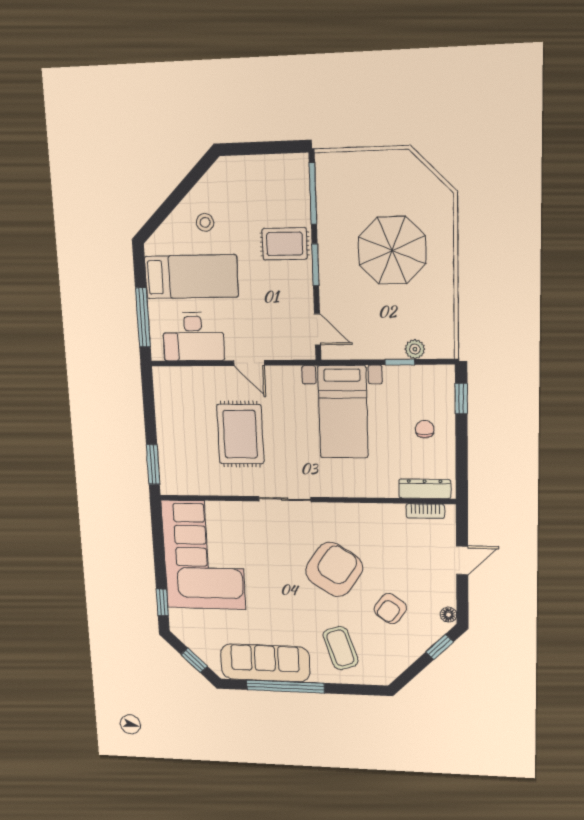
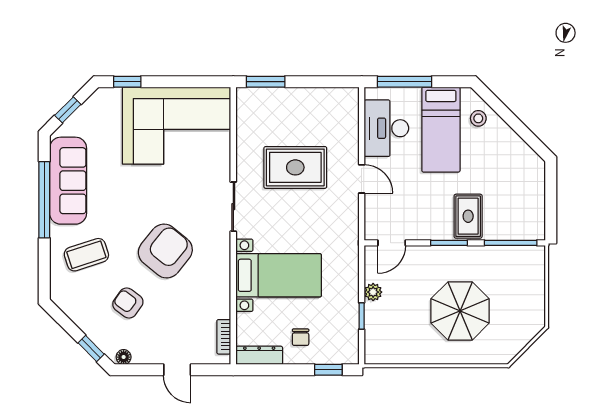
stool: (205, 222) -> (478, 118), moved
plant: (415, 349) -> (373, 292), moved
door: (249, 363) -> (362, 179), swing flipped
bed with nightstands: (343, 412) -> (279, 275), moved, turned 180
chair: (425, 429) -> (301, 337), turned 90
dresser: (425, 489) -> (259, 355), moved, turned -90
armchair: (334, 569) -> (165, 251), turned -85

